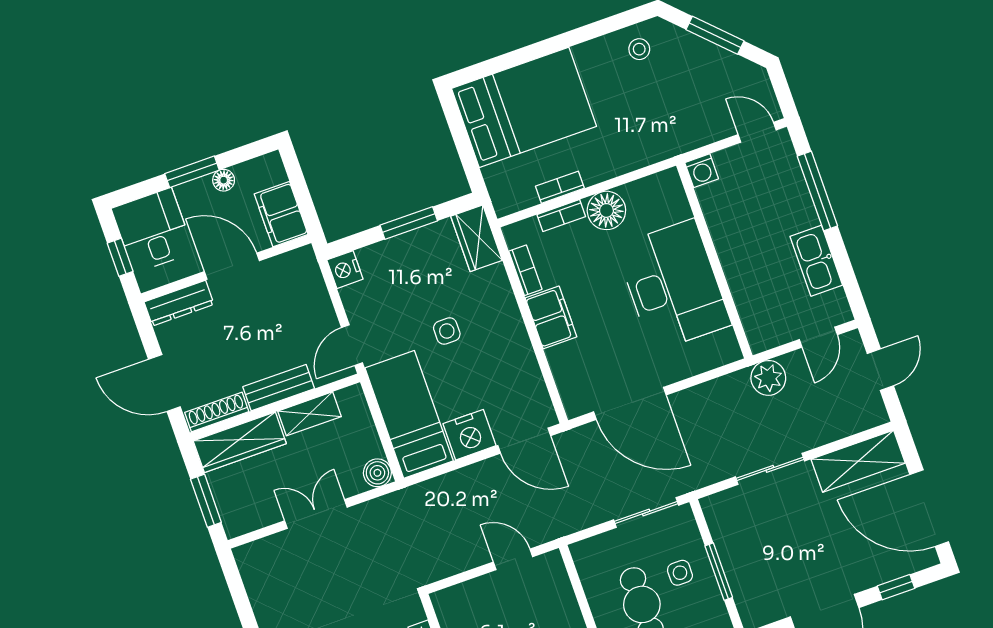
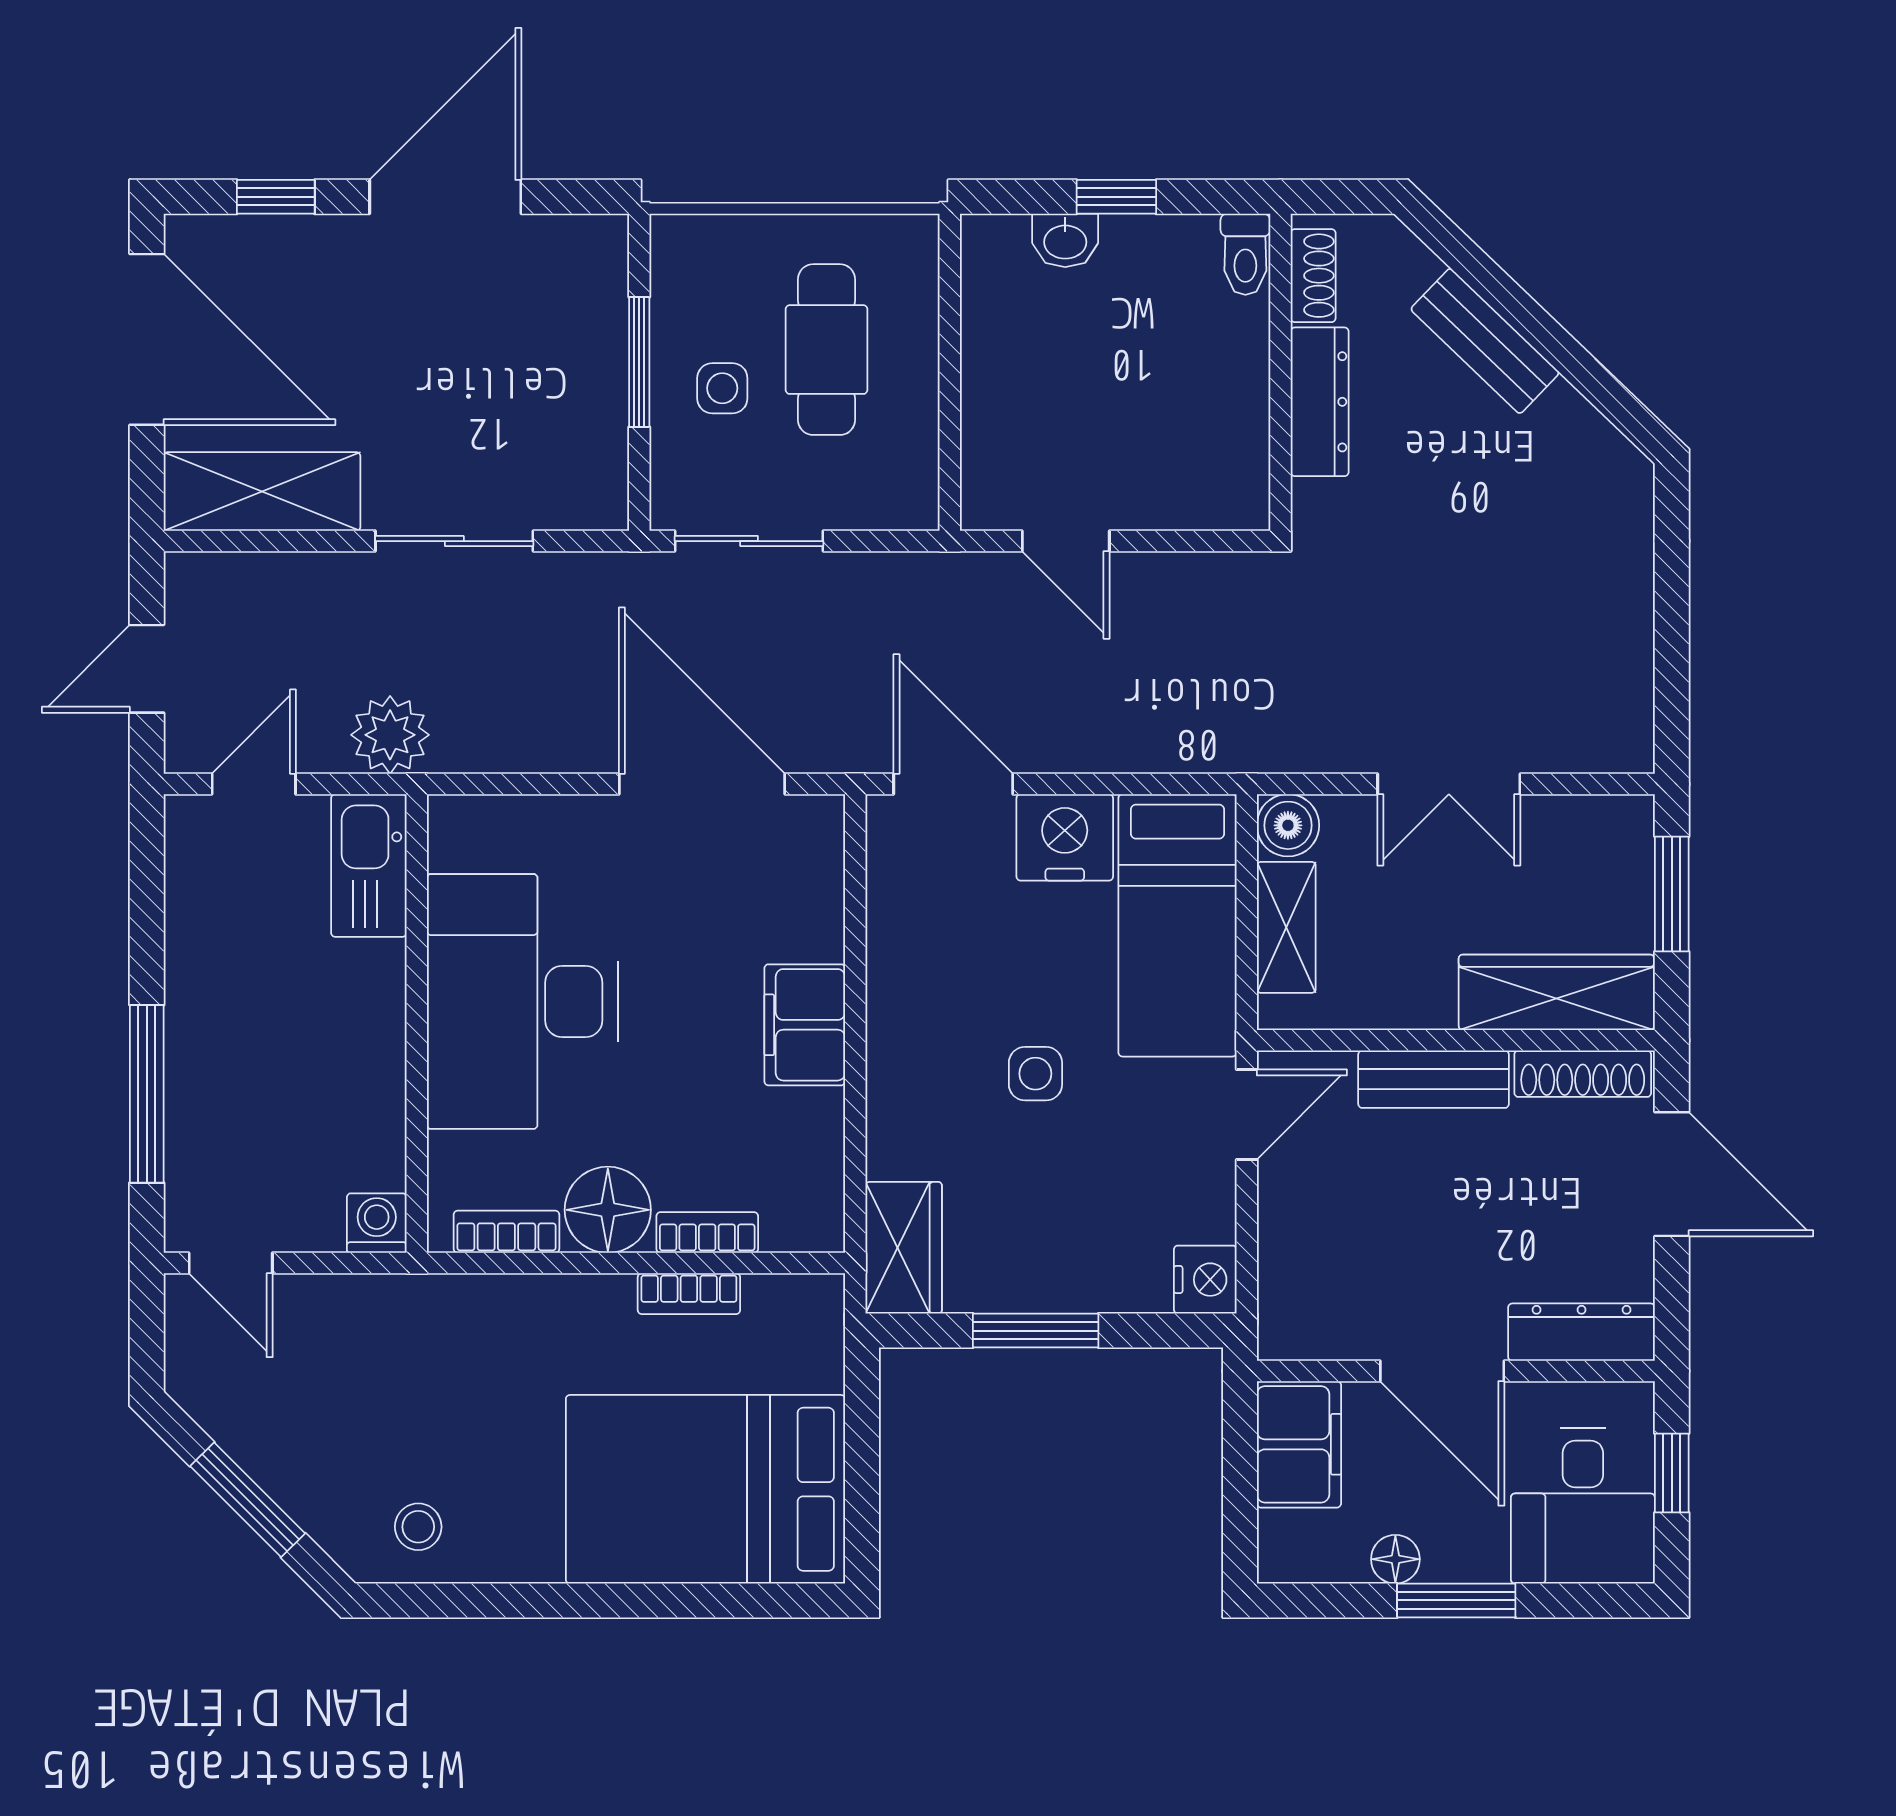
kitchen sink: (816, 261) -> (369, 866), moved, turned 180
bookcase: (525, 270) -> (506, 1232), moved, turned 90
shelving: (309, 414) -> (1286, 927), moved, turned 90

